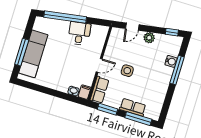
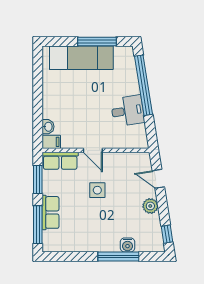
window: (22, 52) -> (97, 41), moved

